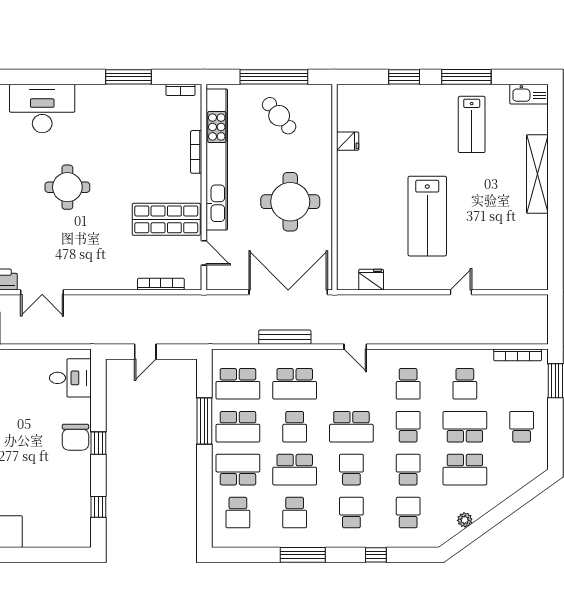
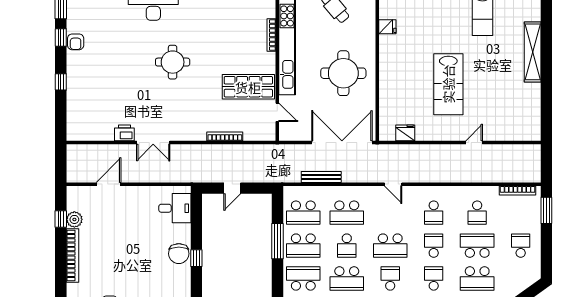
bookcase: (161, 284) -> (225, 136), moved
bench: (285, 337) -> (321, 177), moved

